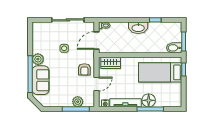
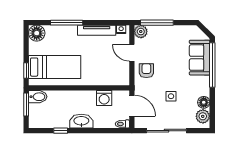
door: (96, 40) -> (132, 106), hinge flipped
floor lamp: (37, 43) -> (204, 102), added
washing machine: (119, 47) -> (104, 98), added
plant: (38, 59) -> (203, 116), moved
wardrobe: (111, 63) -> (115, 79), removed
door: (96, 84) -> (132, 53), hinge flipped
floor lamp: (149, 100) -> (37, 33), moved
plant: (78, 102) -> (141, 32), moved

